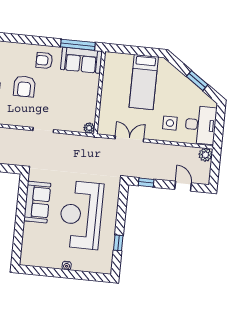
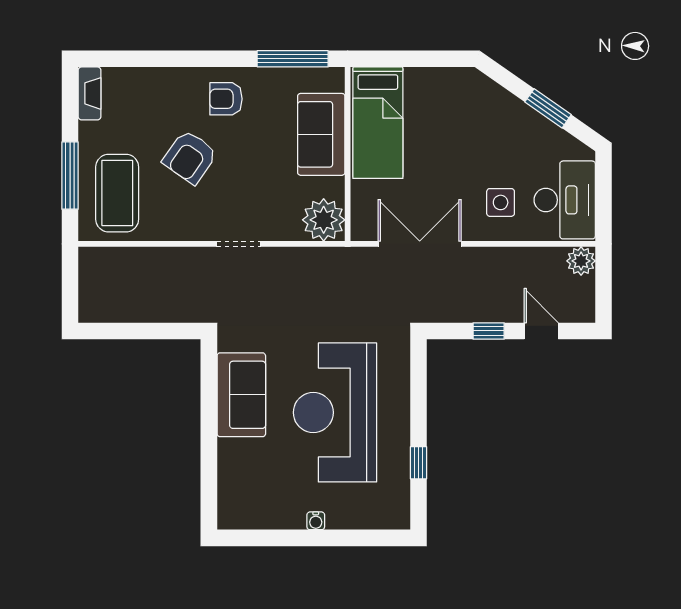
sofa: (81, 60) -> (321, 134), moved, turned 90
bed: (144, 82) -> (378, 123), moved
armchair: (24, 86) -> (190, 157), turned 35
plant: (89, 128) -> (324, 220), width x1.88, depth x1.88
double door: (129, 139) -> (420, 244), width x1.37
window: (146, 182) -> (489, 331), moved

